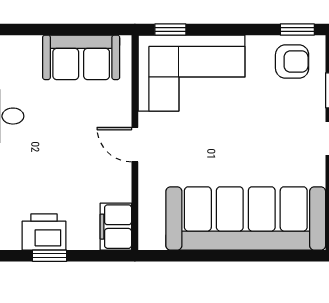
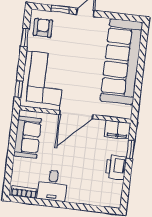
window: (297, 30) -> (25, 38), moved
door: (135, 145) -> (76, 115), width x1.88
window: (50, 256) -> (130, 149), moved

